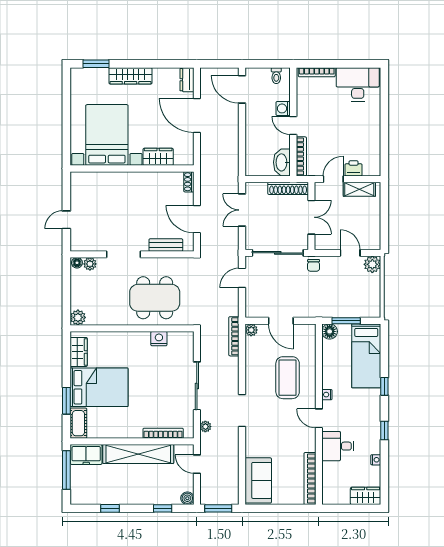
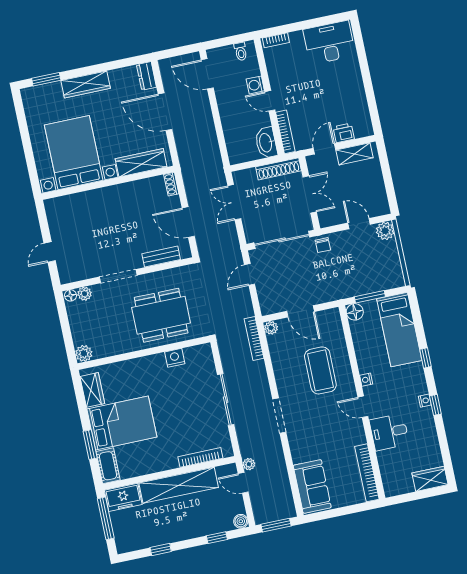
bookcase: (317, 72) -> (276, 40), width x0.64
wardrobe: (158, 157) -> (141, 163), width x1.50
plant: (205, 427) -> (249, 464), moved
nightstand: (376, 460) -> (425, 401), moved

